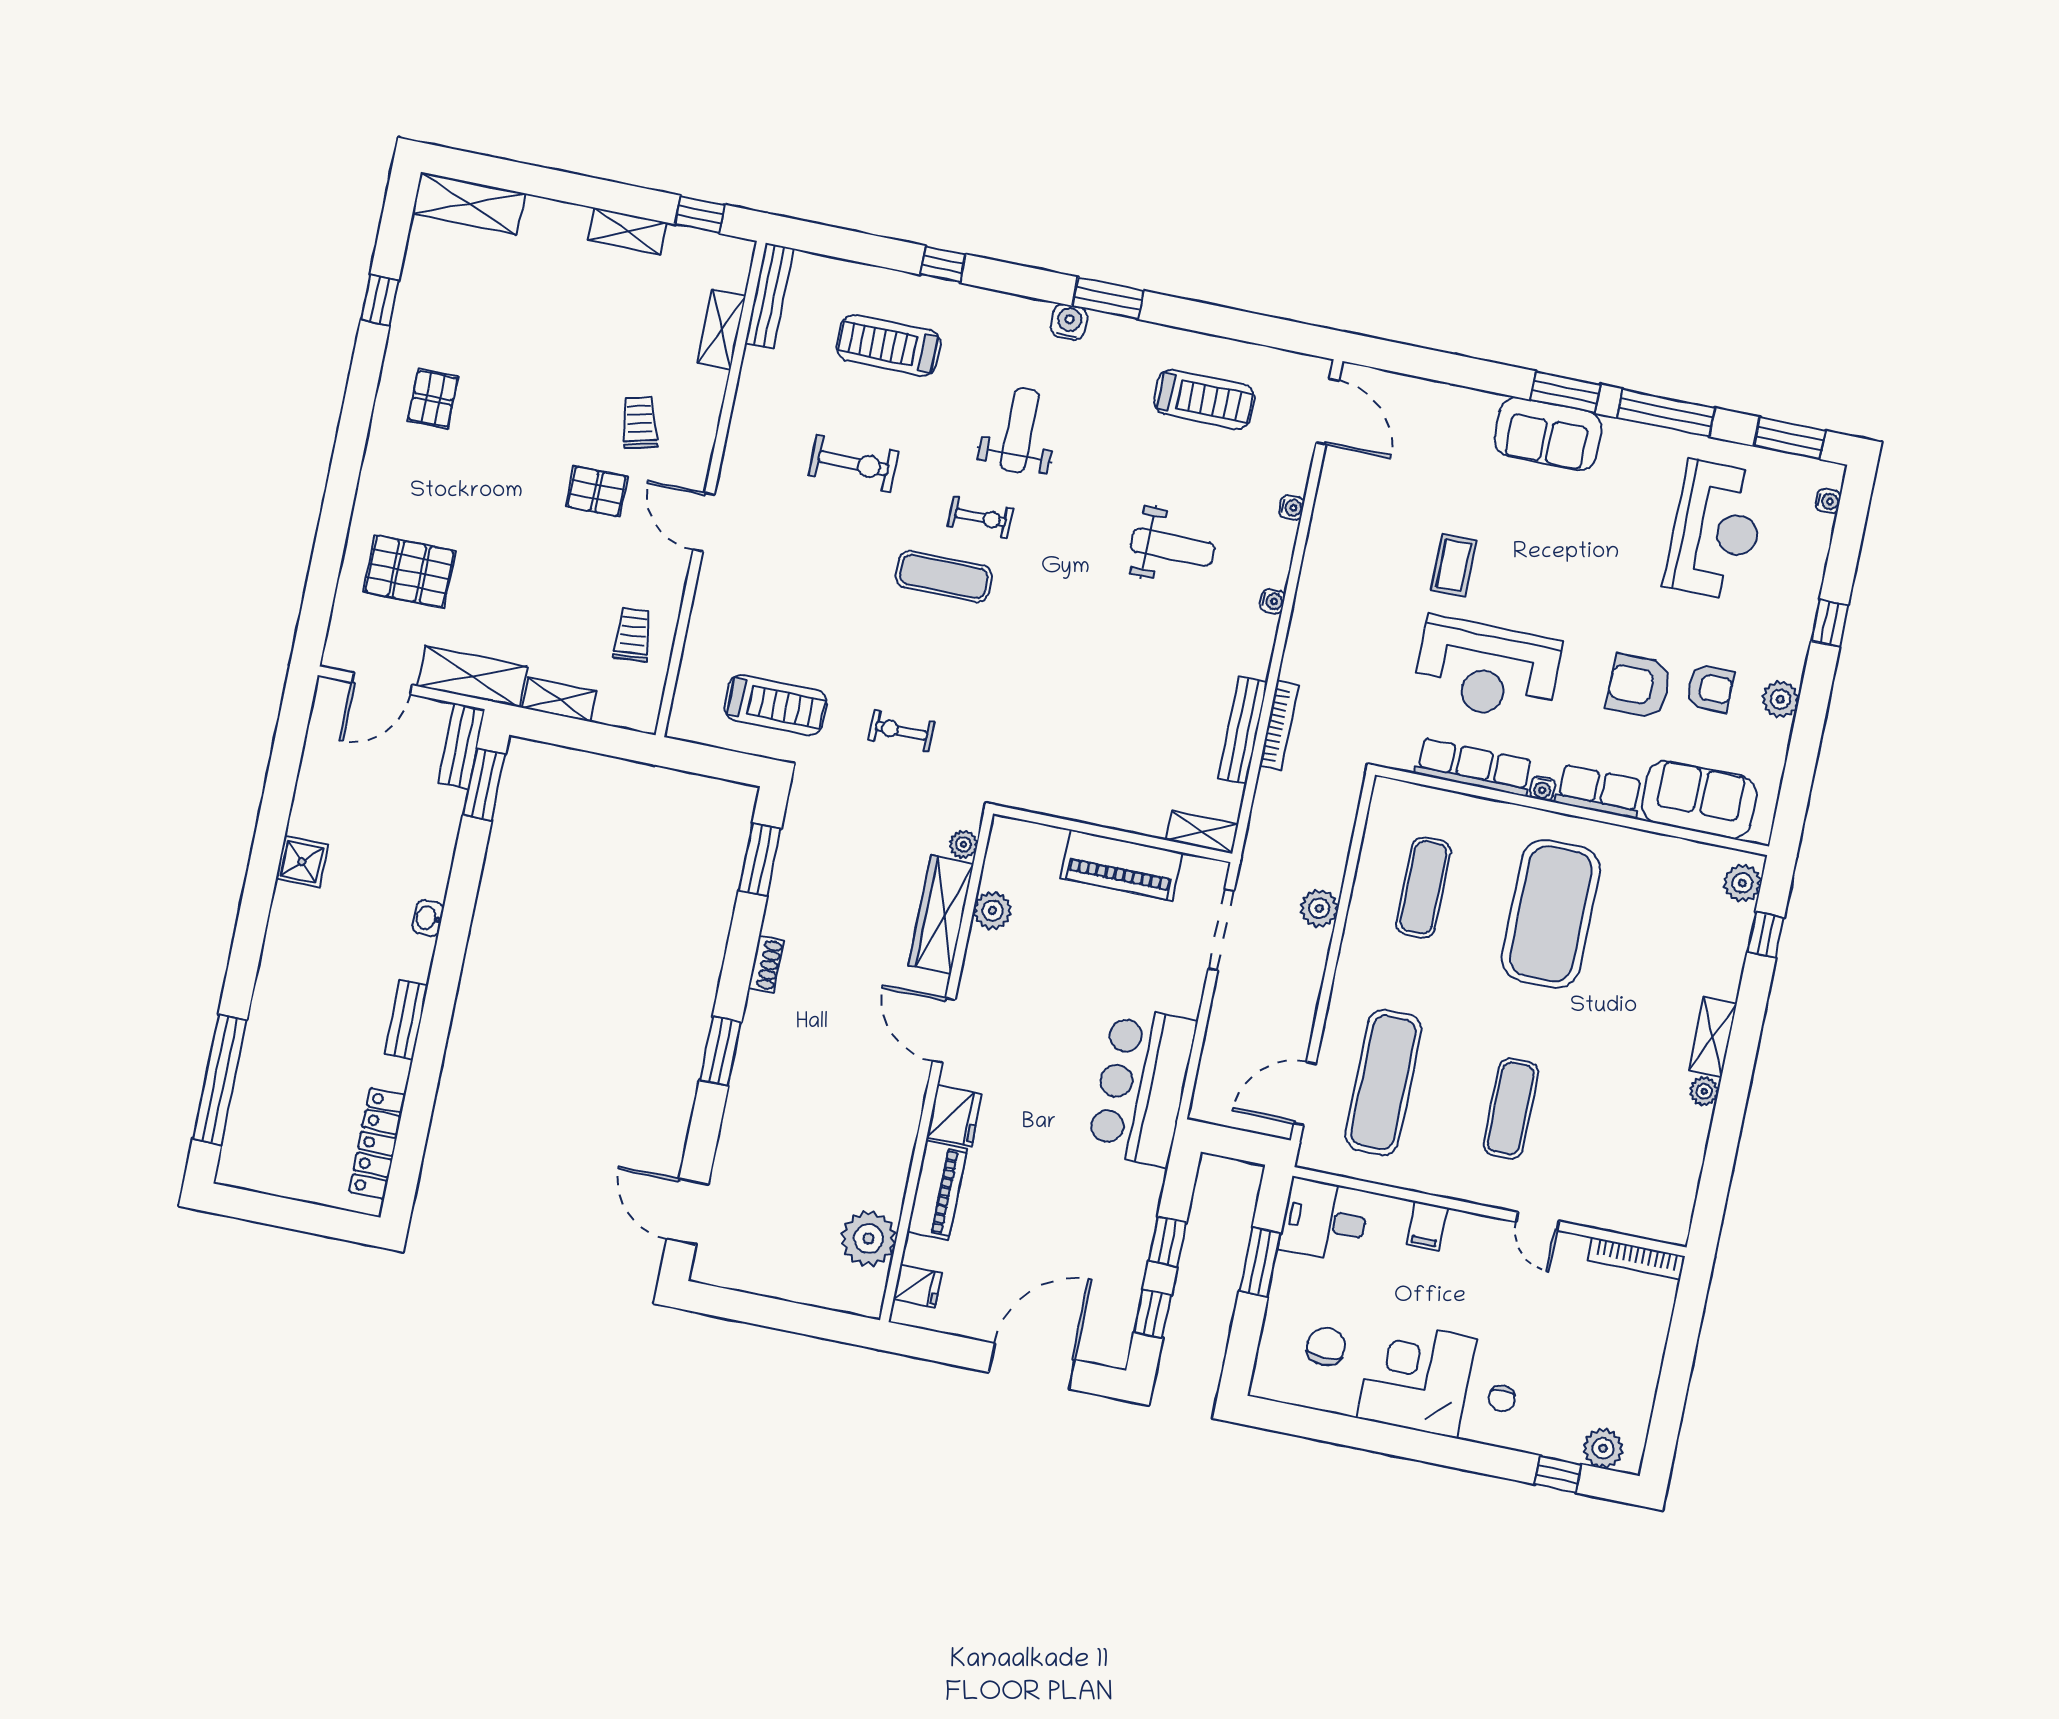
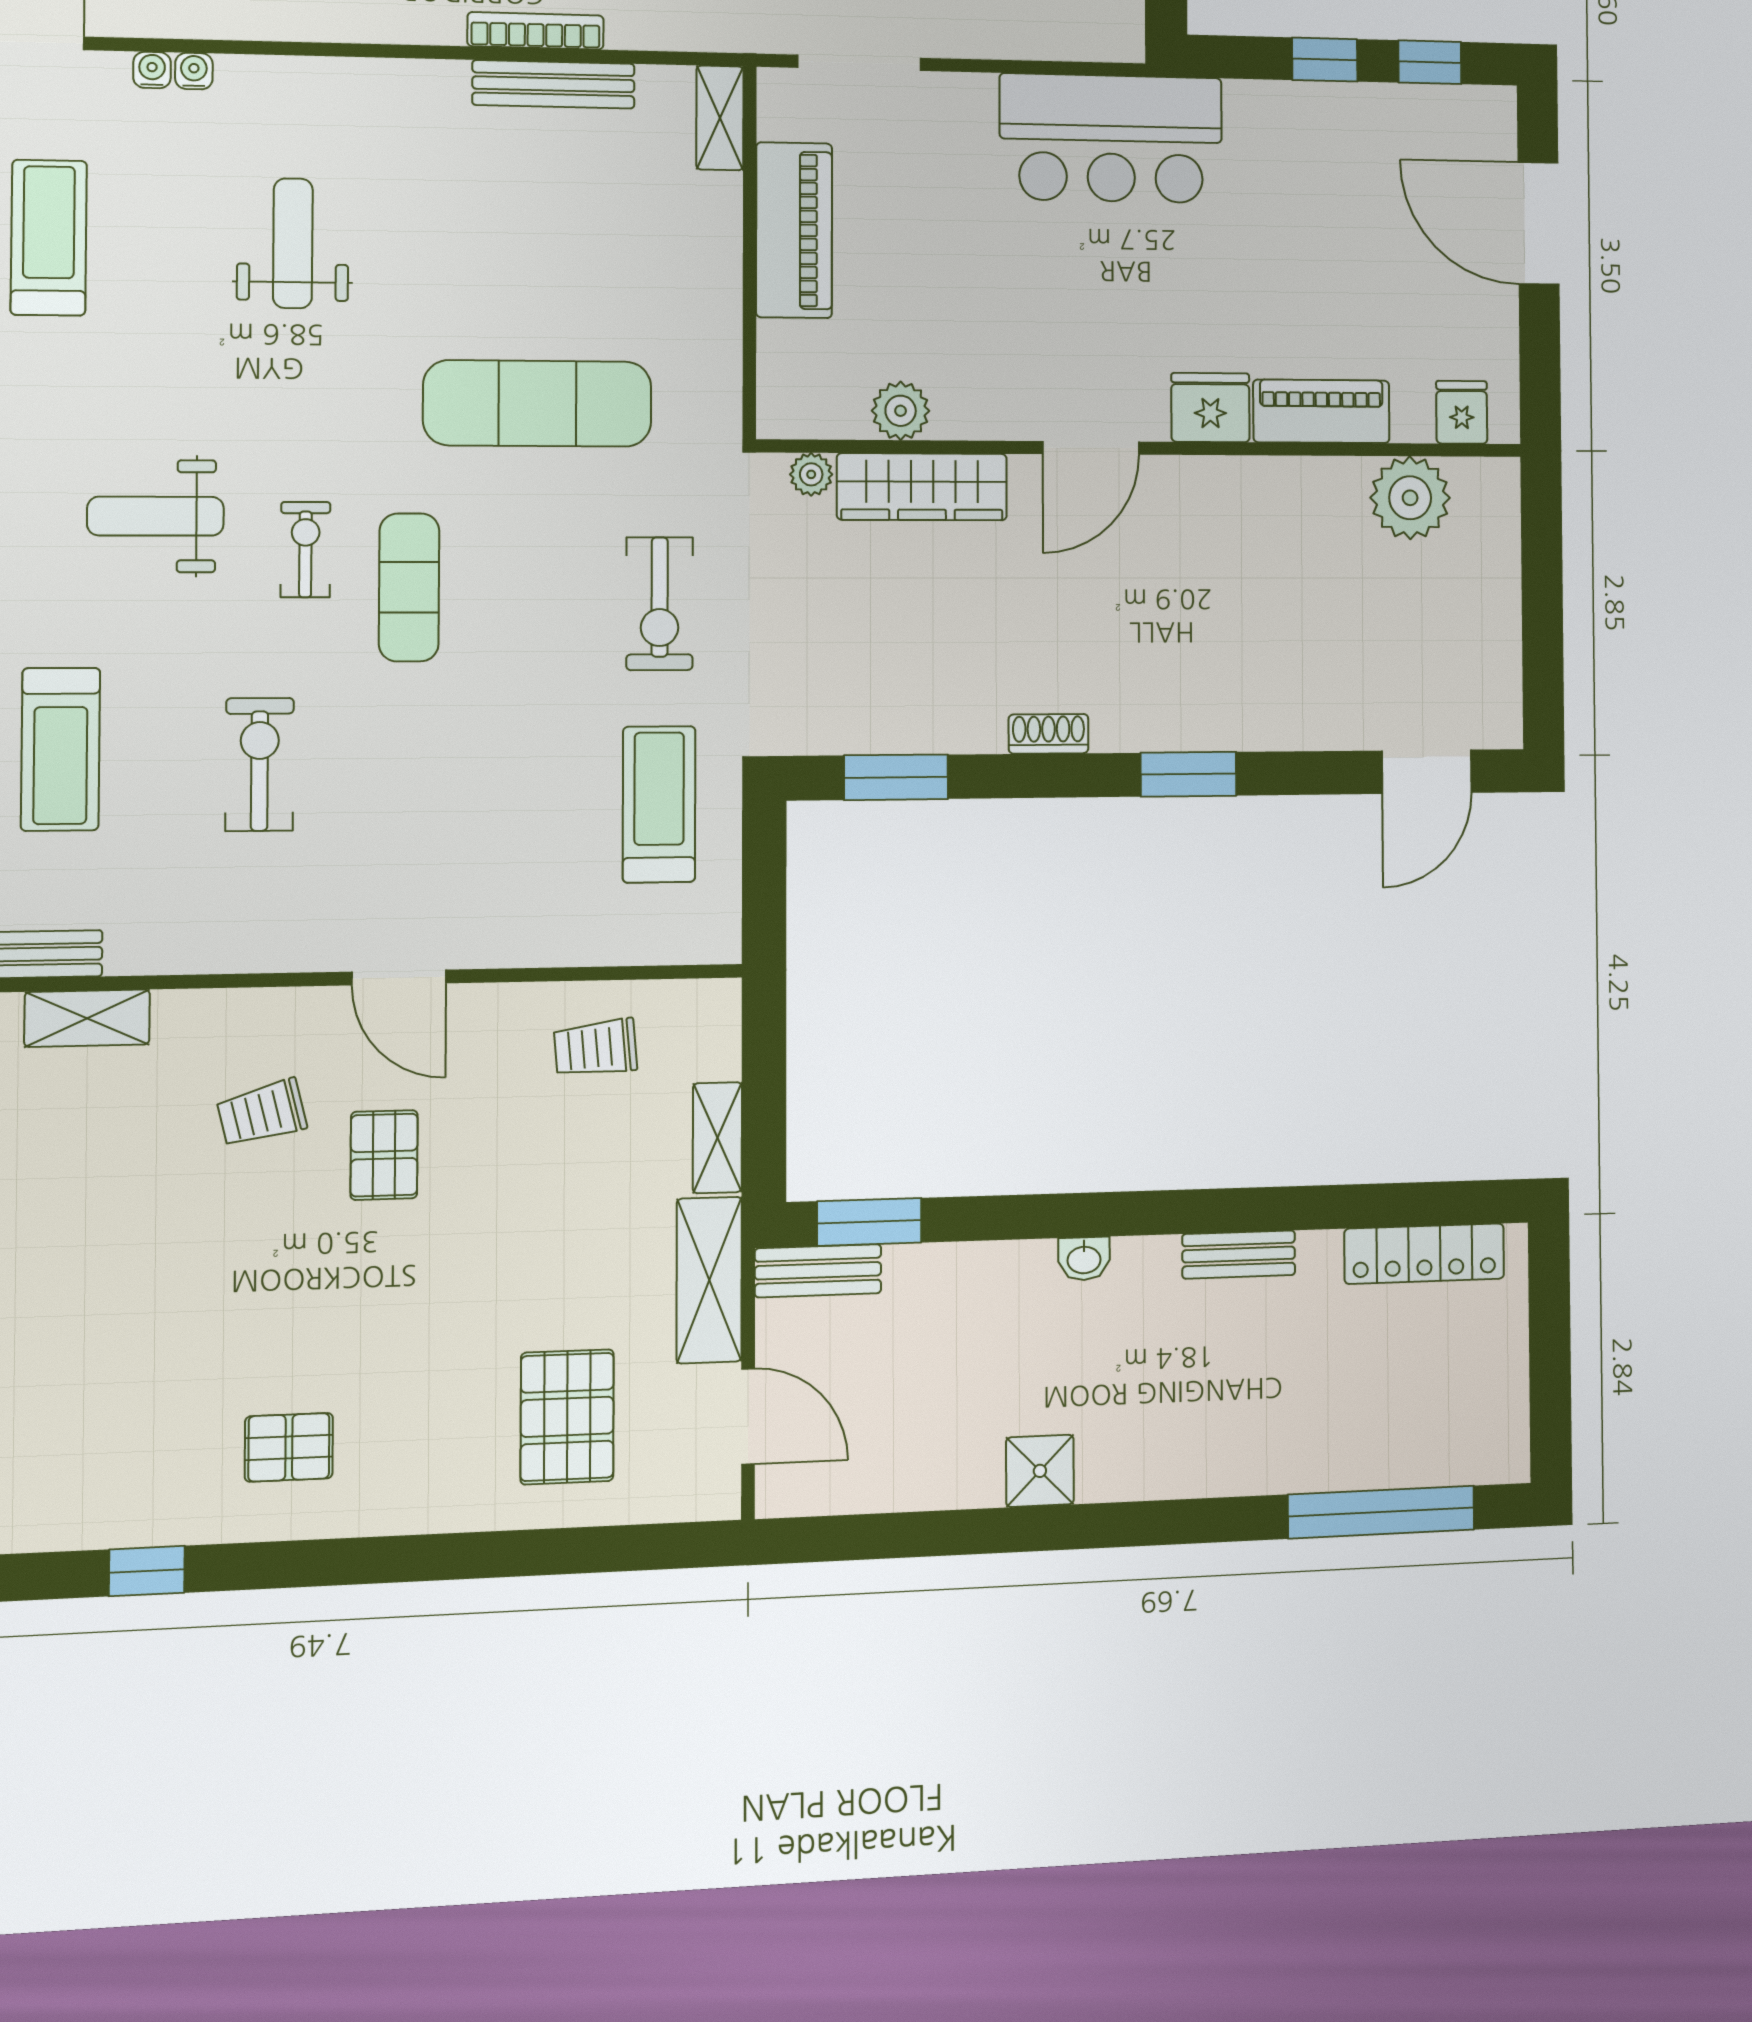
door: (704, 522) -> (399, 978), hinge flipped
water cooler: (1273, 601) -> (152, 70), moved
exercise mat: (1043, 679) -> (538, 403), added
exercise bike: (901, 731) -> (660, 604), width x1.38, depth x1.39

